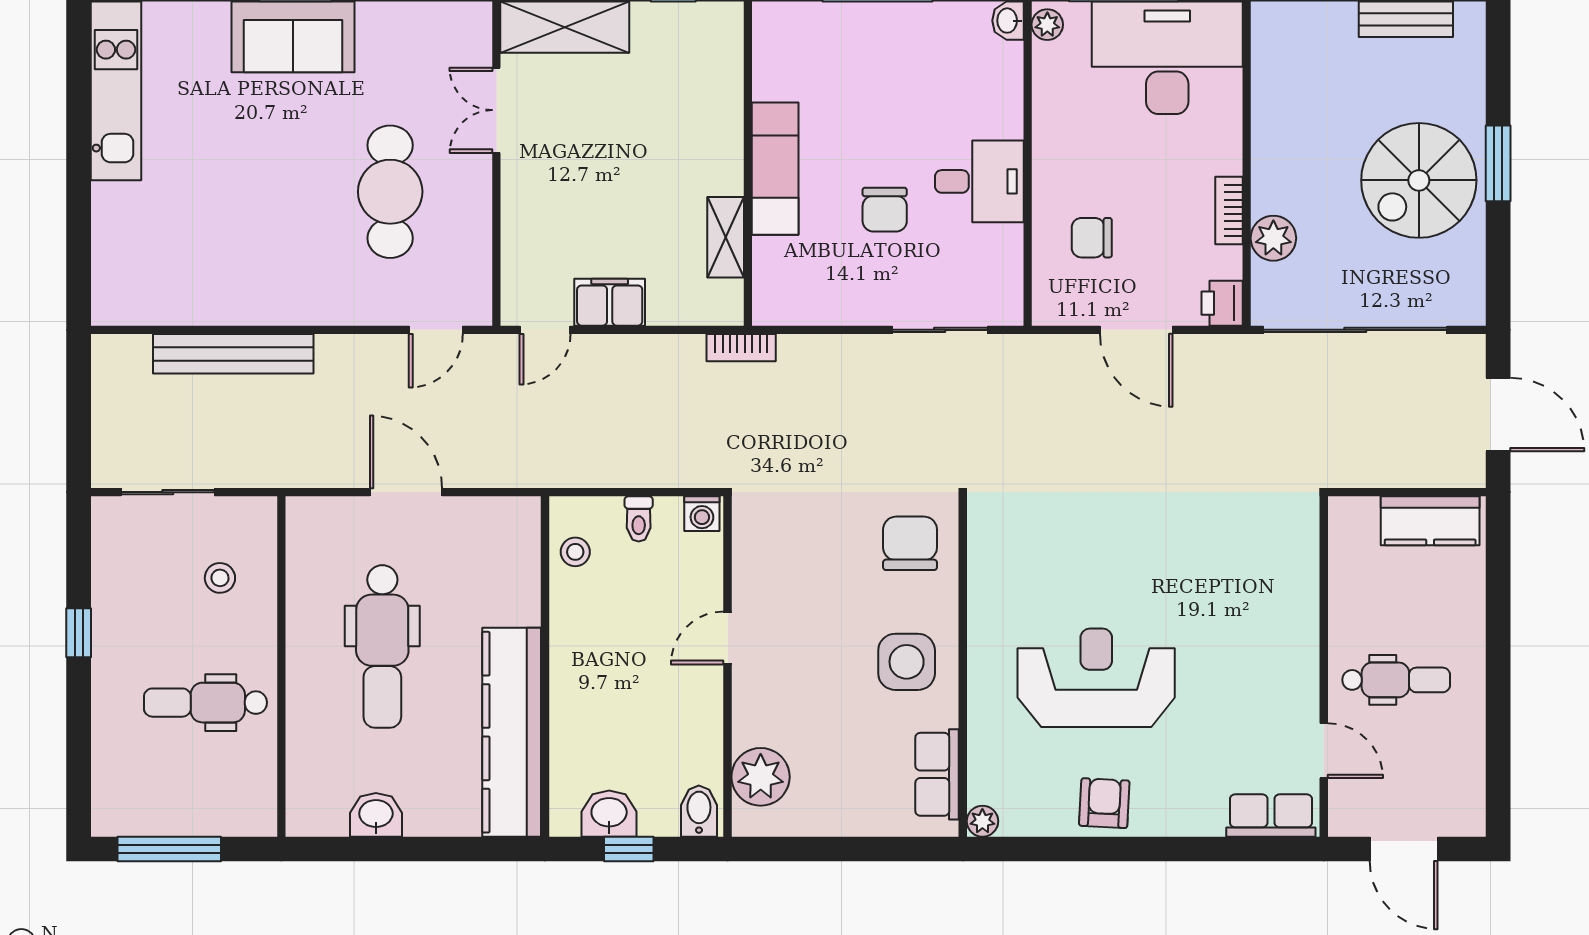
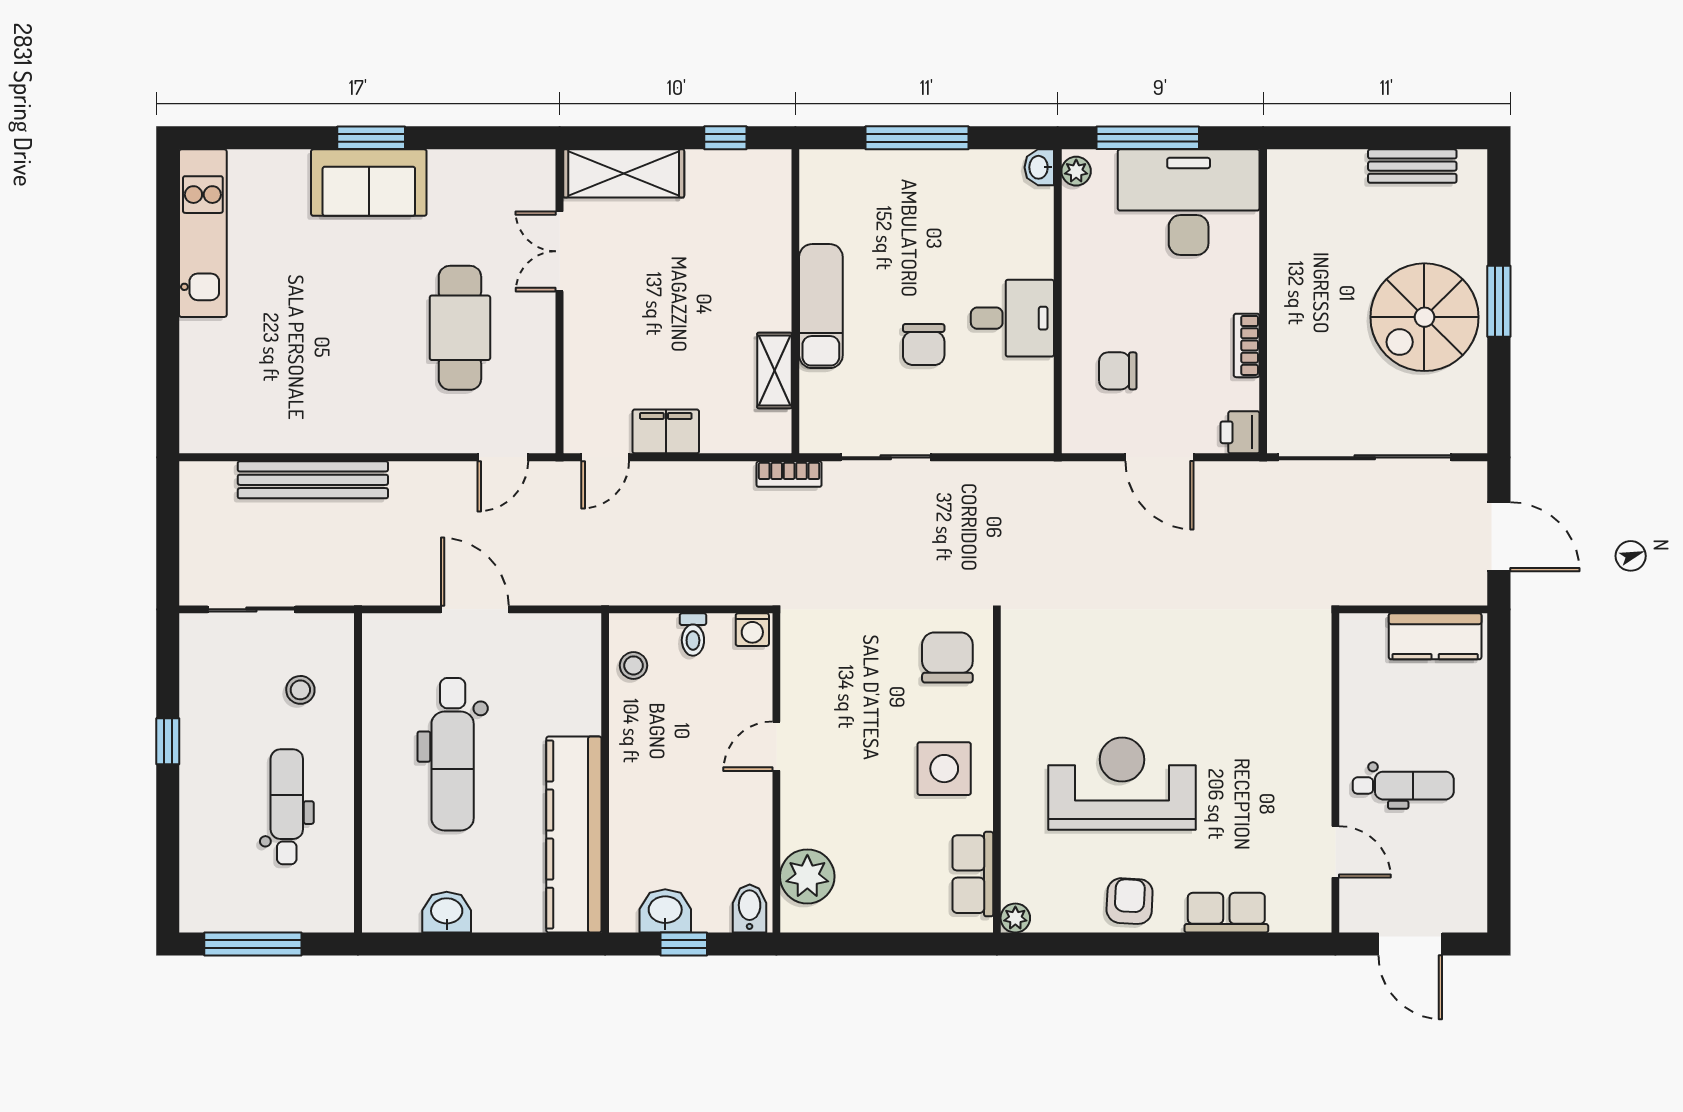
plant: (1273, 238) -> (1288, 371), removed
sliding door: (940, 330) -> (886, 457), moved
dental chair: (205, 703) -> (287, 807), turned 90
row of seats: (1271, 816) -> (1226, 913), moved

